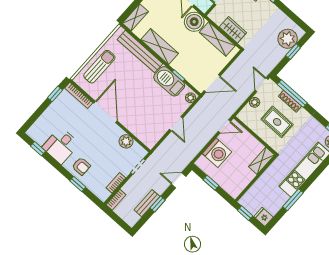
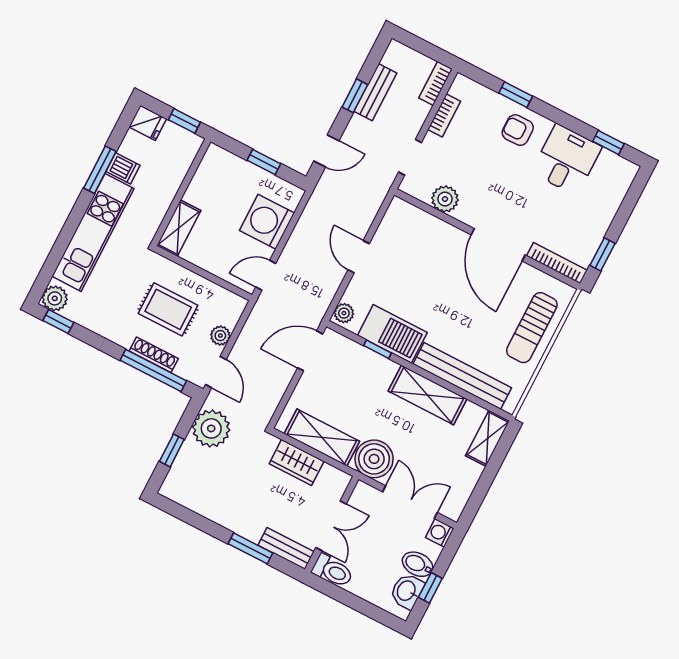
plant: (288, 39) -> (211, 428), moved
dishwasher: (282, 197) -> (123, 168), added

